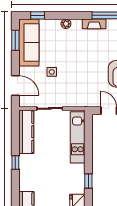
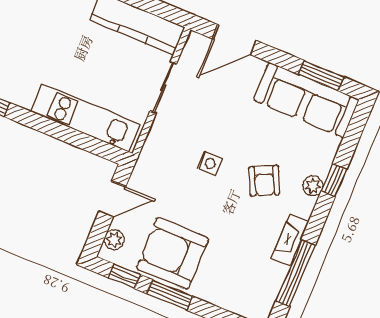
window: (38, 15) -> (334, 180), moved
armchair: (73, 46) -> (264, 181), added
side table: (52, 72) -> (210, 164), moved

